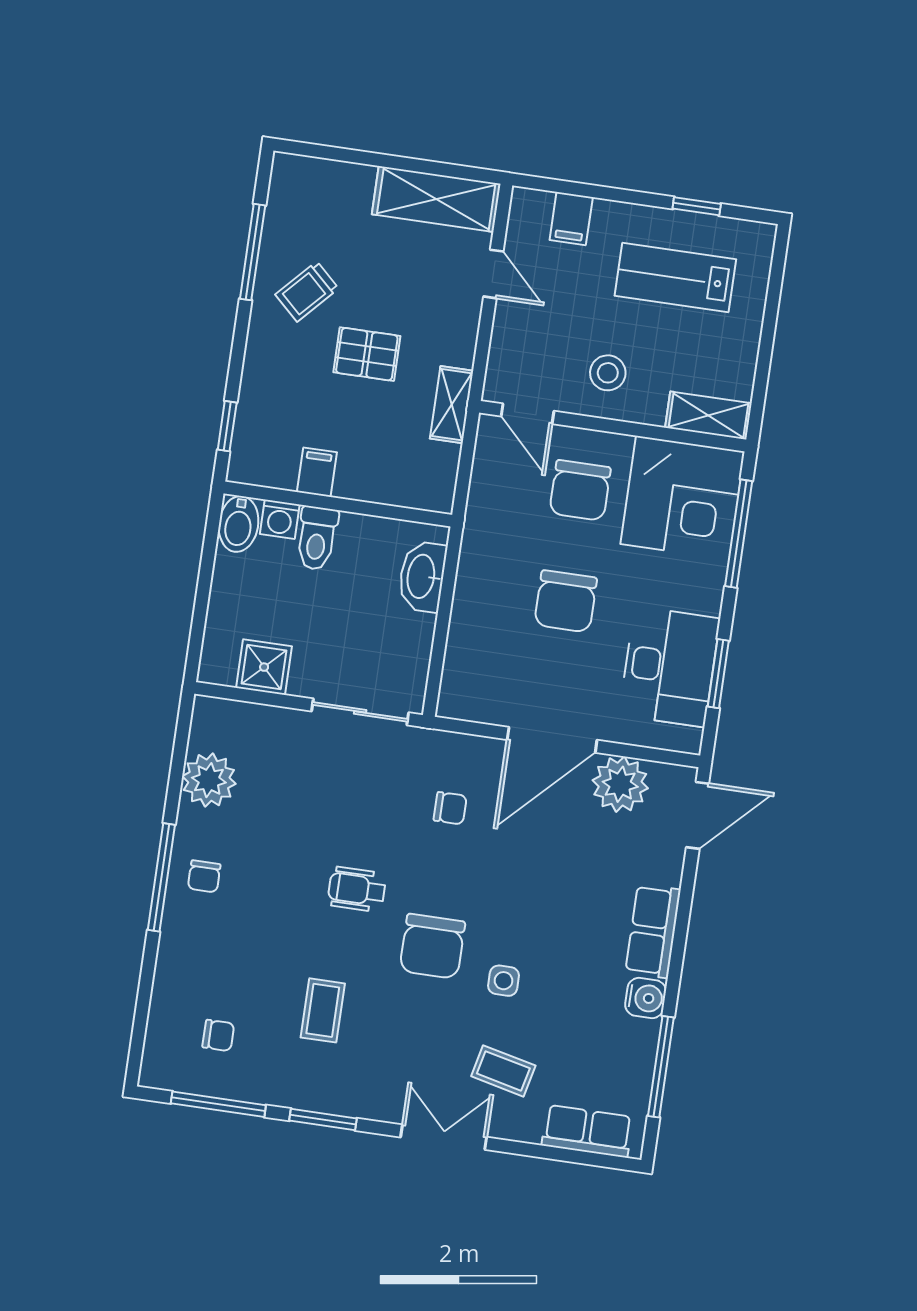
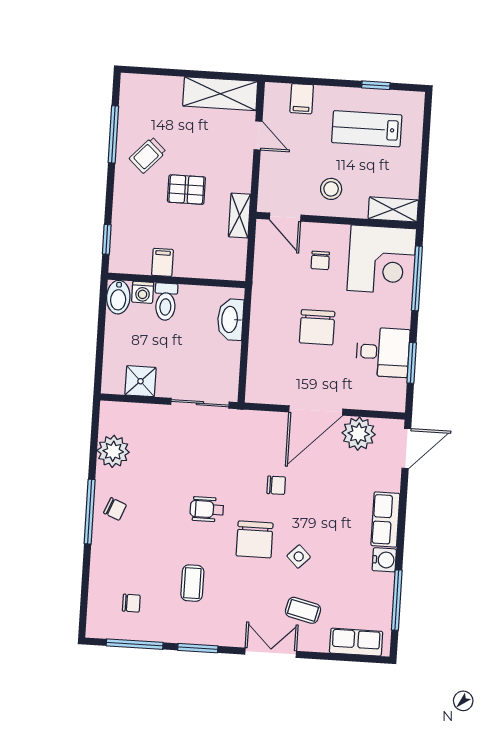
chair: (580, 490) -> (320, 260), width x0.54, depth x0.54
desk: (669, 667) -> (383, 352), width x0.73
chair: (450, 808) -> (276, 485), moved
chair: (204, 876) -> (115, 509), turned -68
side table: (503, 981) -> (299, 556), turned 45

